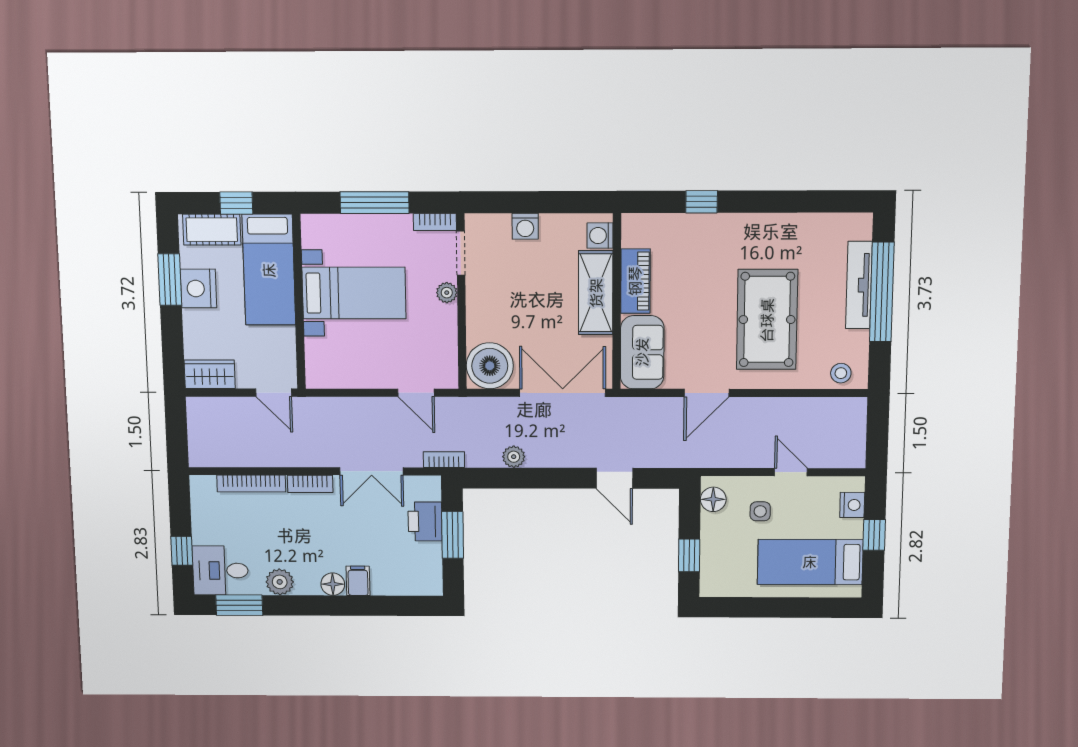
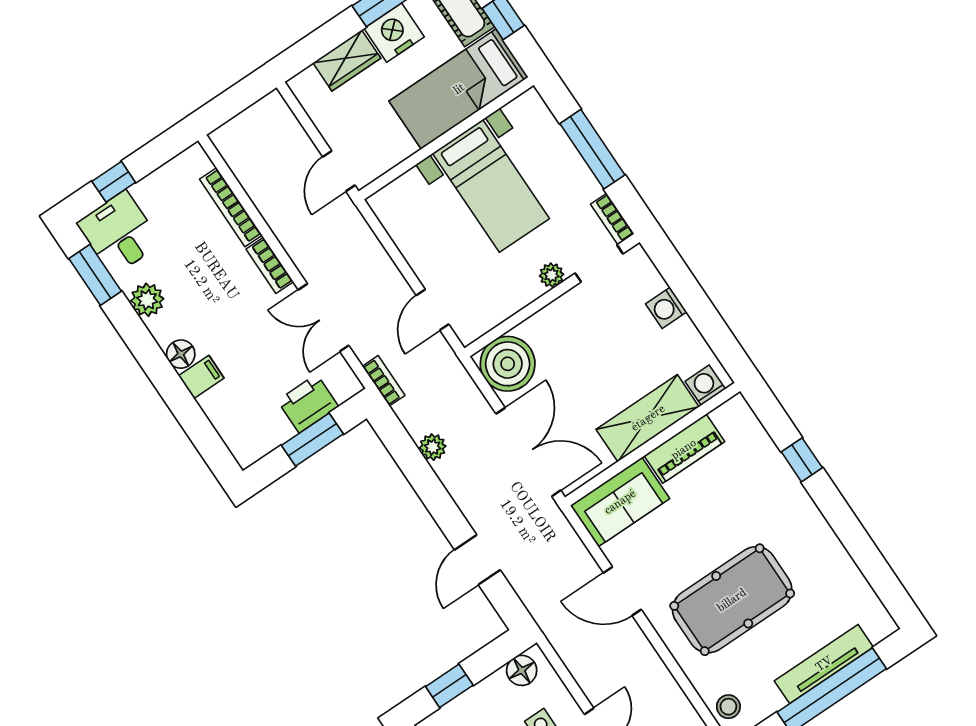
wardrobe: (210, 374) -> (347, 60), moved, turned 90

